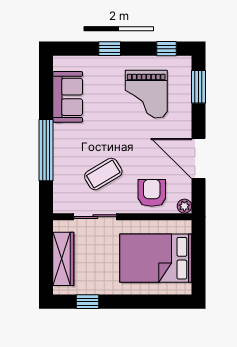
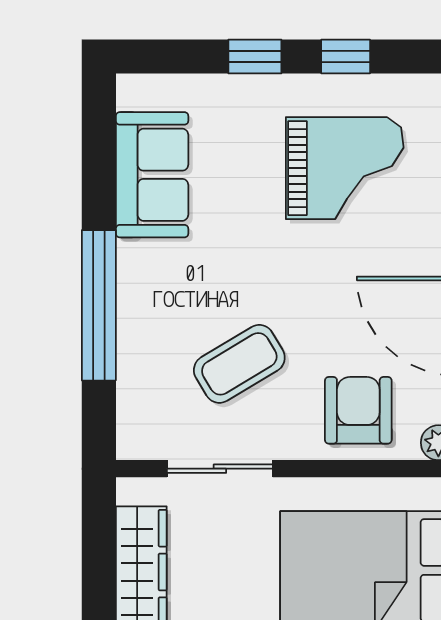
window: (167, 49) -> (346, 56), moved
grand piano: (146, 94) -> (345, 168), turned -90

